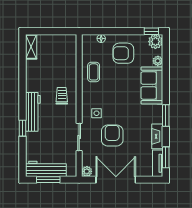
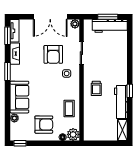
plant: (155, 42) -> (73, 134), moved
workbench: (33, 112) -> (121, 102), moved
window: (22, 128) -> (130, 91), moved

